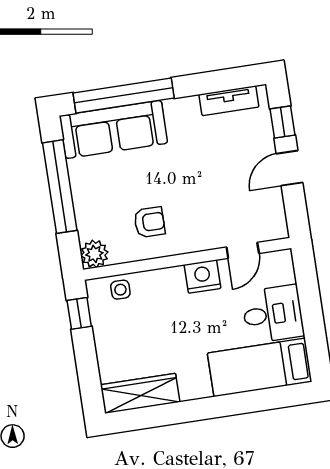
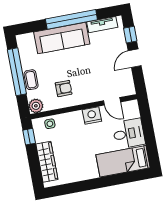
window: (124, 95) -> (71, 19), moved
sofa: (113, 129) -> (62, 38), moved
coffee table: (87, 203) -> (31, 80), added
door: (243, 250) -> (112, 101), hinge flipped
wardrobe: (140, 393) -> (47, 162), moved, turned 90

